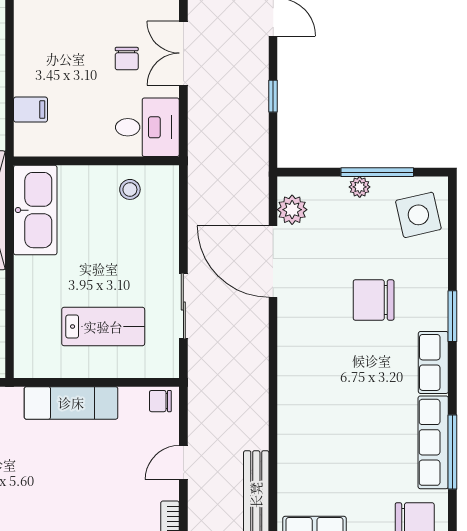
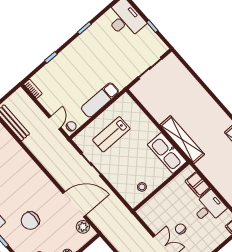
filing cabinet: (31, 110) -> (197, 185), width x2.00
desk: (147, 127) -> (209, 208), moved, turned 180
chair: (374, 300) -> (30, 221), turned 180
door: (183, 463) -> (55, 123), moved

